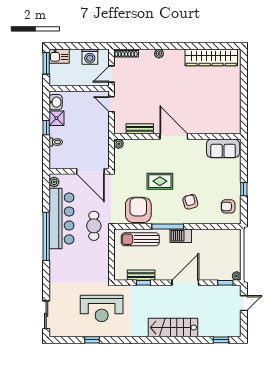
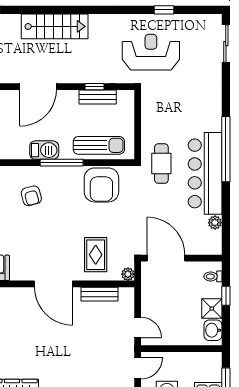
wall: (79, 171) -> (181, 258), moved
door: (90, 171) -> (166, 258), moved
rug: (160, 181) -> (96, 255), moved, turned 90

